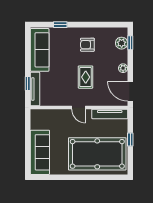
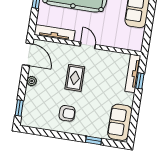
plant: (122, 43) -> (29, 109), removed
sofa: (40, 50) -> (120, 122), width x0.73

